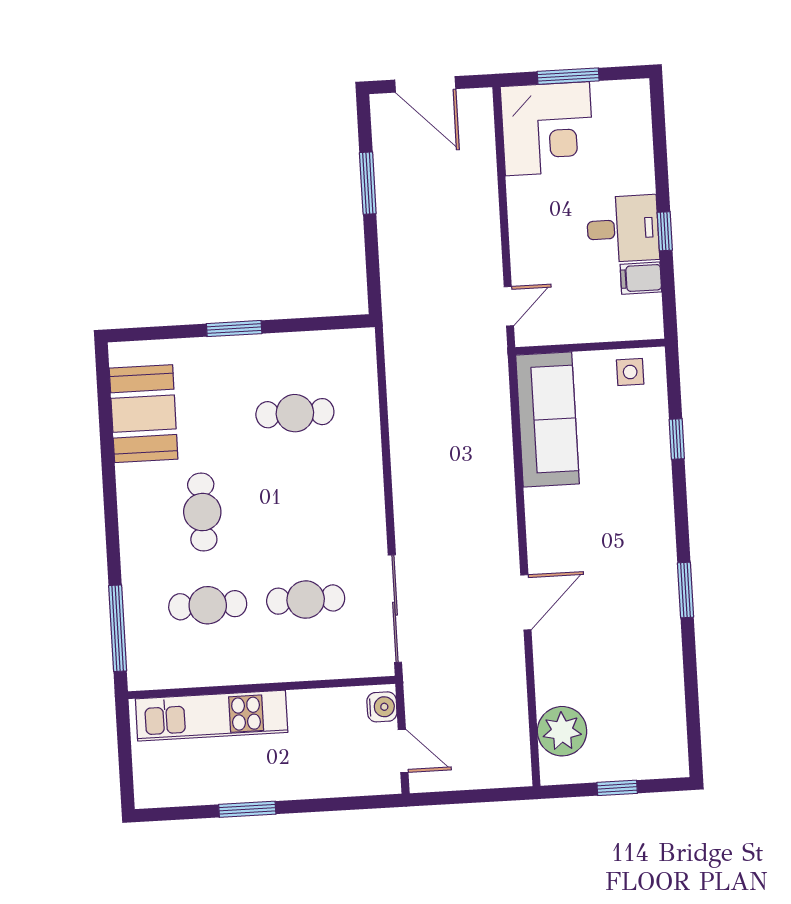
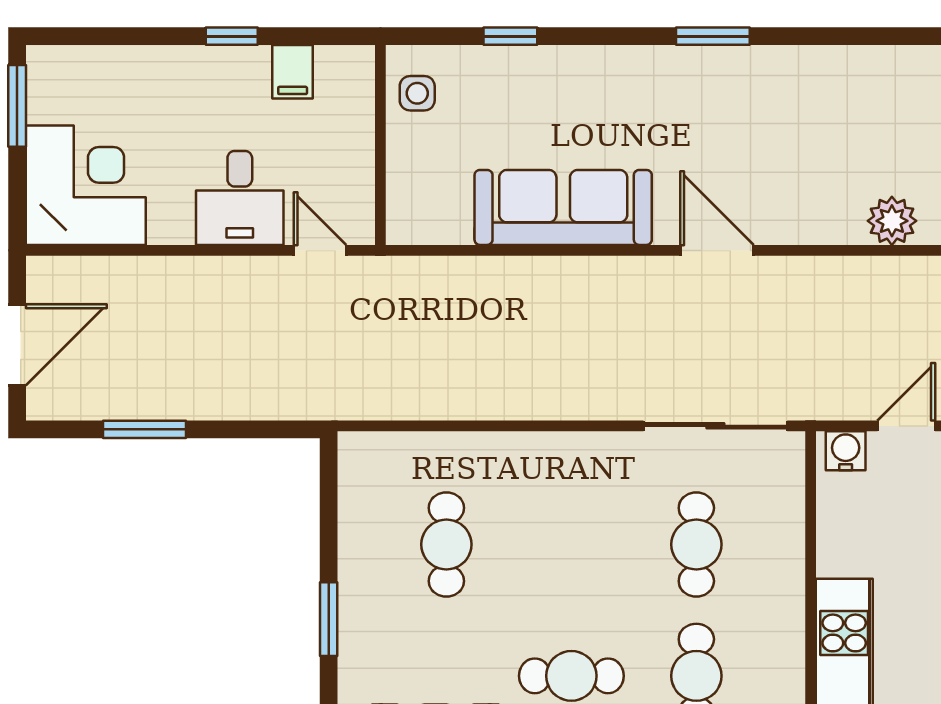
window: (568, 76) -> (17, 106), moved
desk: (623, 229) -> (240, 198), moved, turned 180
sofa: (547, 419) -> (563, 207), moved
plant: (562, 731) -> (892, 221), width x0.73, depth x0.73

